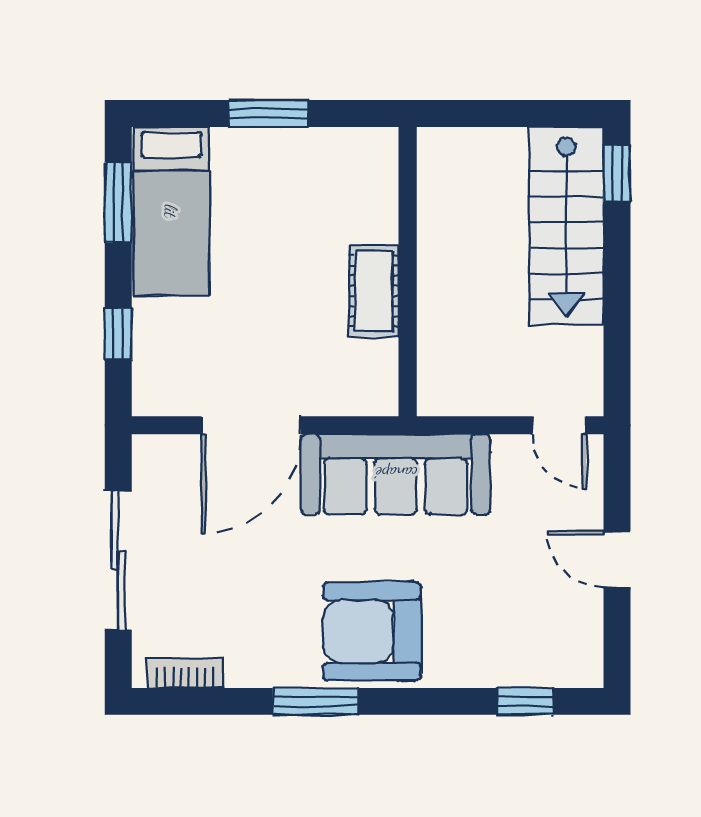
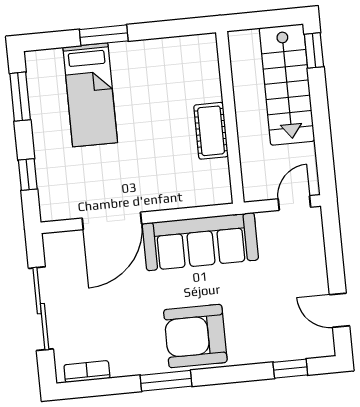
bed: (171, 211) -> (90, 95), moved
wall: (408, 272) -> (230, 117), moved
cot: (374, 291) -> (211, 131), moved
door: (559, 425) -> (294, 203), swing flipped
door: (617, 559) -> (339, 310), moved

